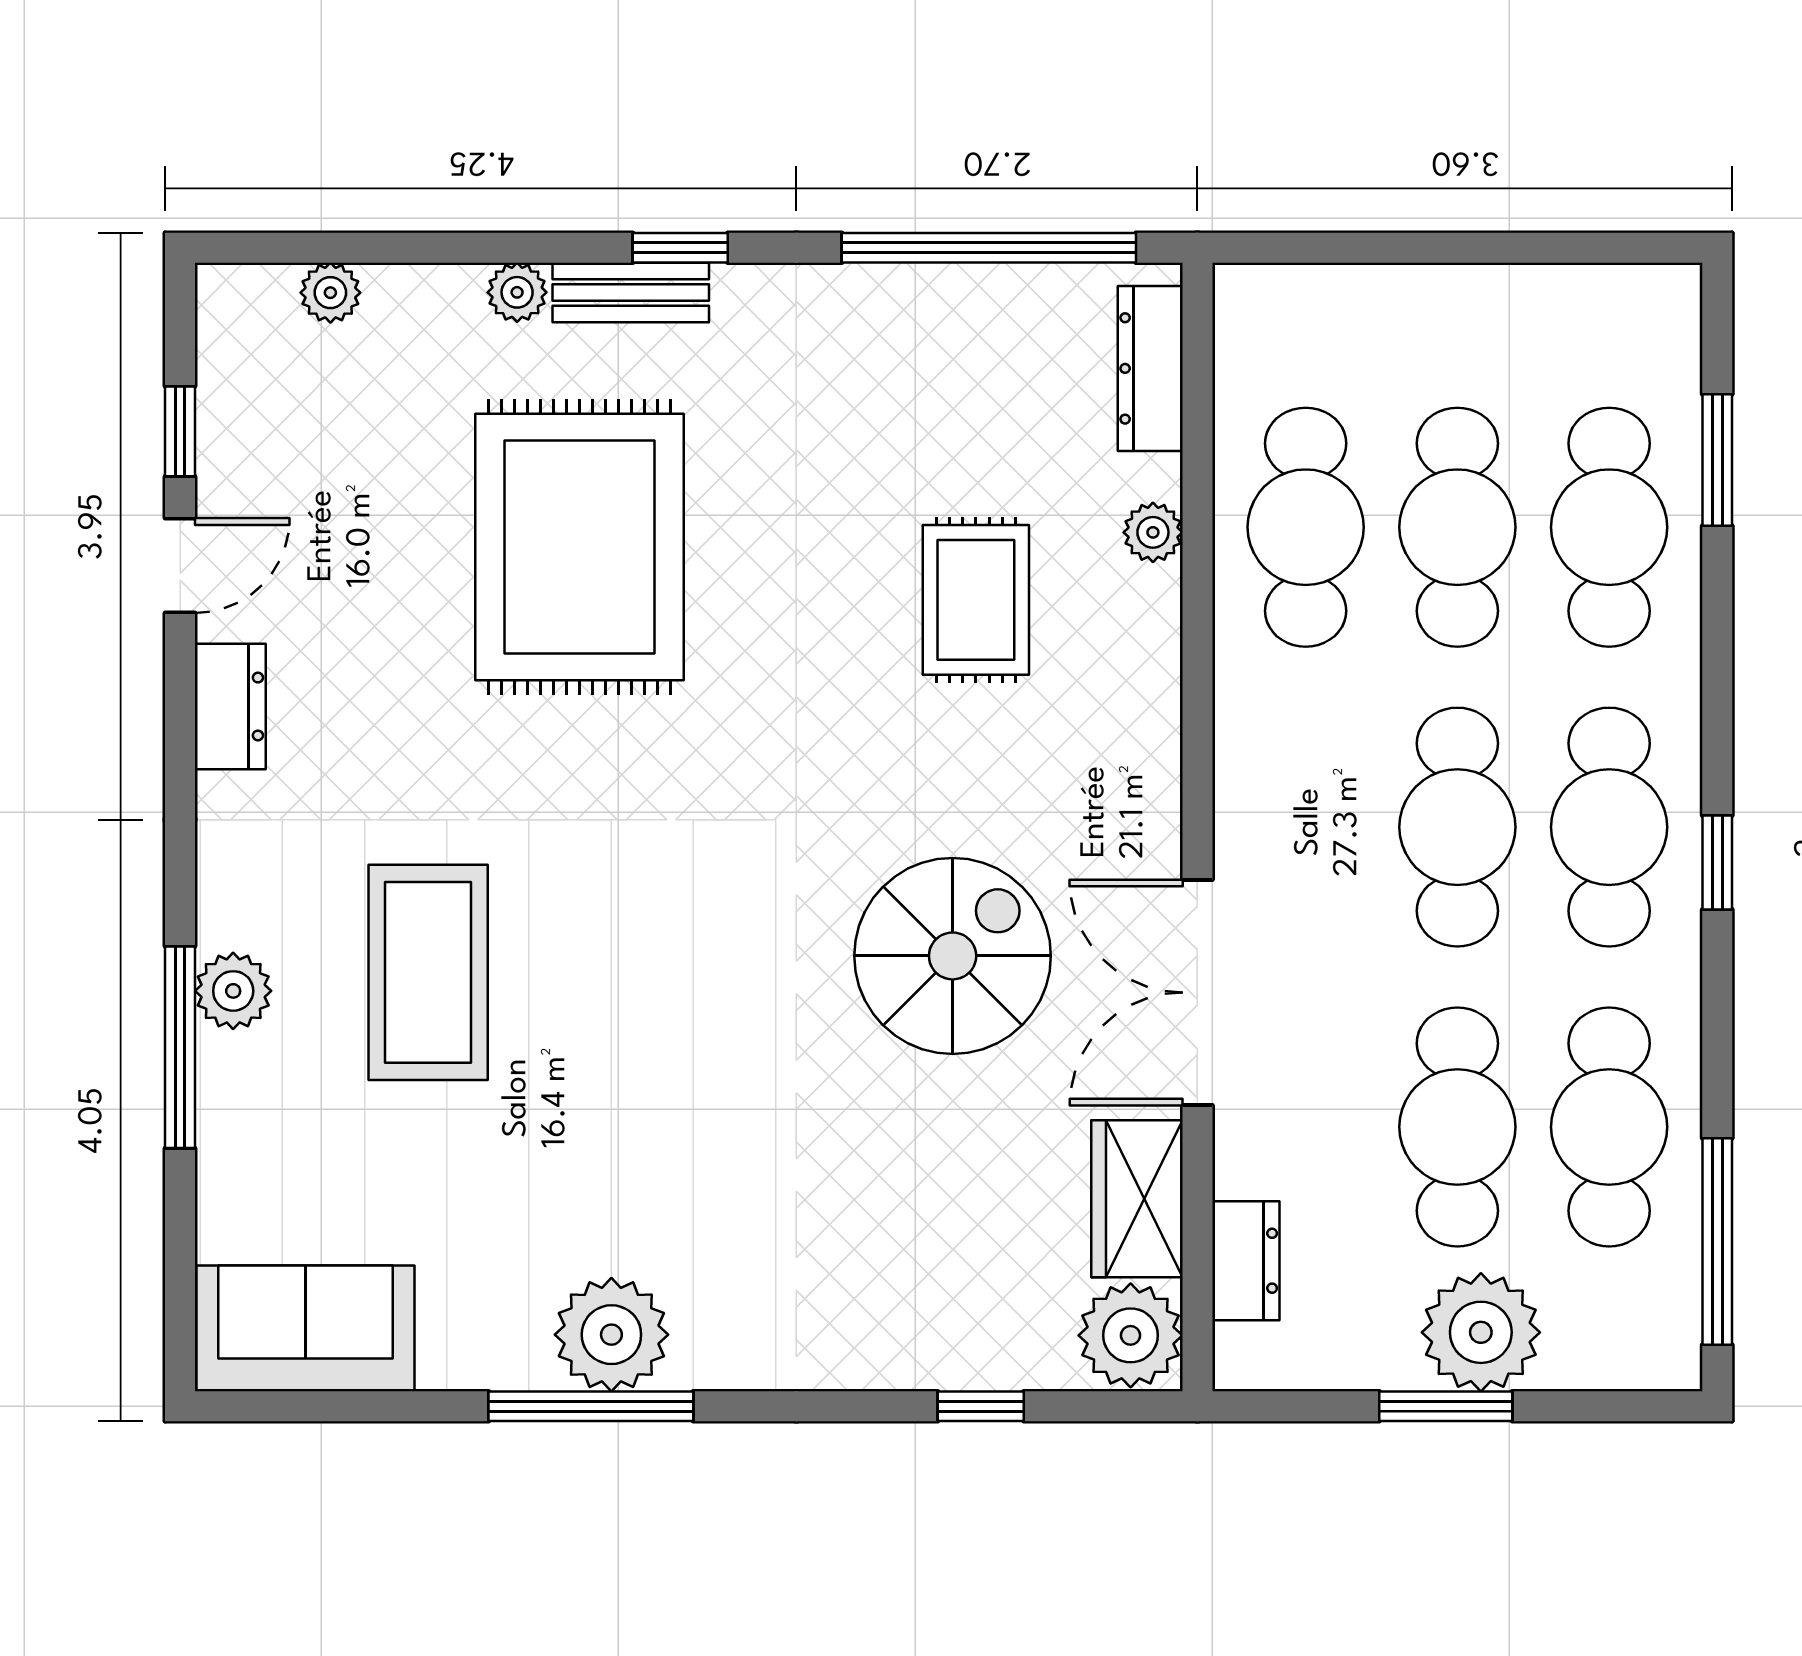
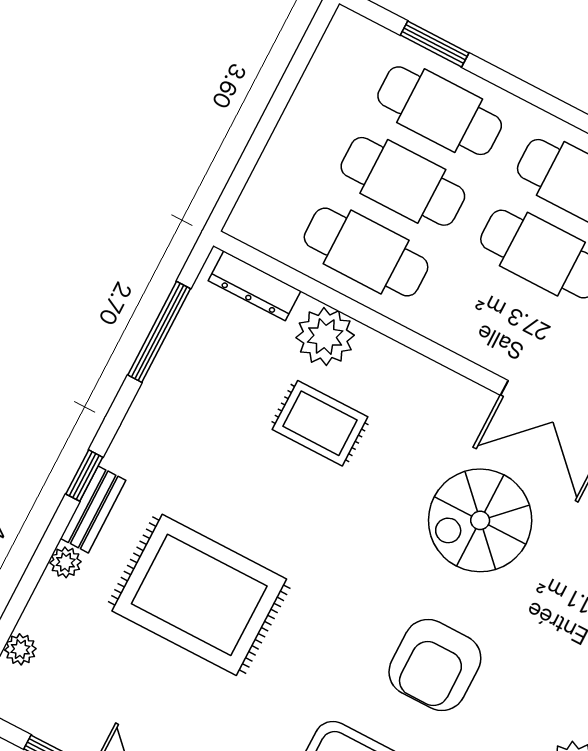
window: (989, 248) -> (159, 332), width x0.68
plant: (1153, 532) -> (325, 336), width x1.87, depth x1.87
spiral stairs: (953, 956) -> (480, 520), turned -90
armchair: (669, 1007) -> (435, 665), added

